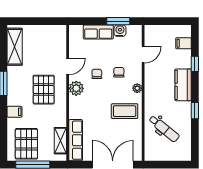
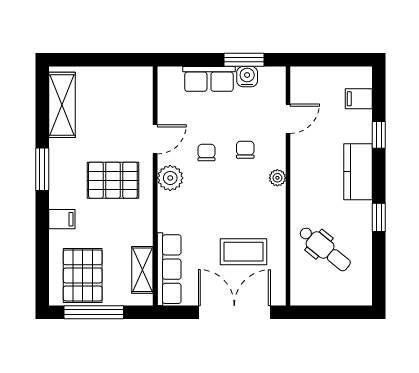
pallet: (44, 90) -> (113, 180), turned 90
coffee table: (125, 111) -> (243, 252), moved

